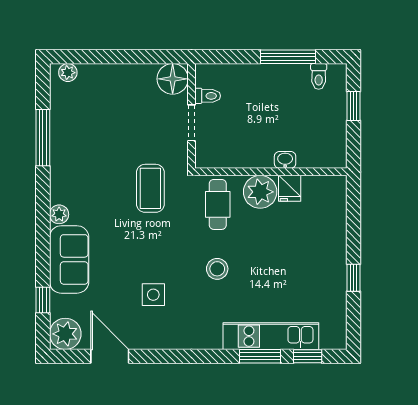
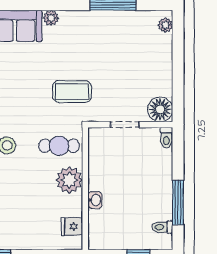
toilet: (208, 96) -> (166, 138), moved
fridge: (290, 188) -> (72, 227), moved

